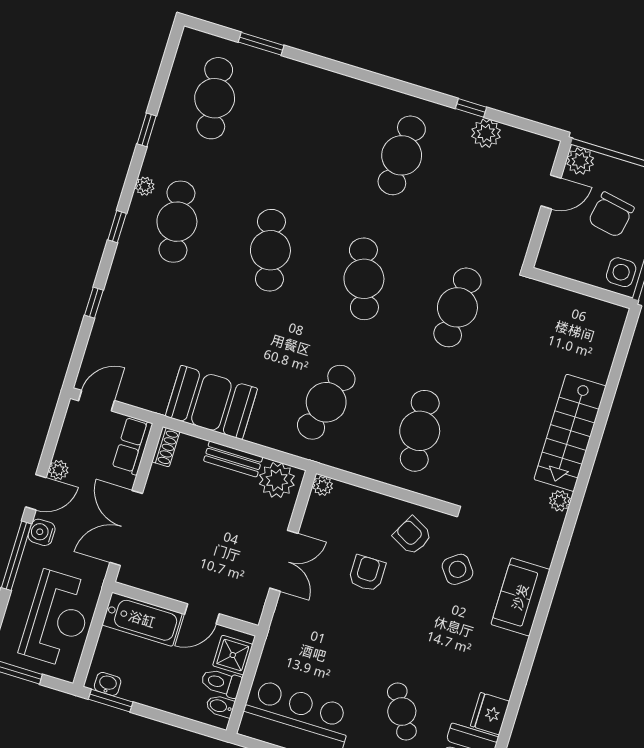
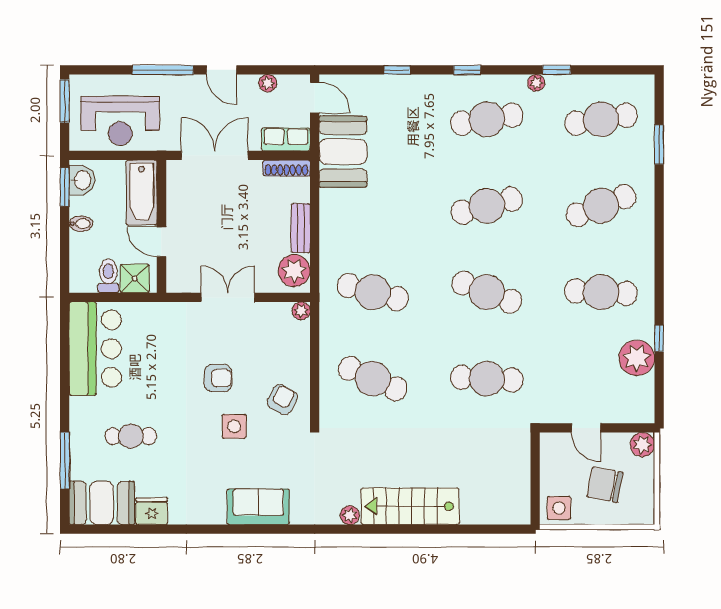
cafe table: (308, 127) -> (601, 206), added
plant: (486, 133) -> (637, 358), width x1.36, depth x1.36
plant: (145, 186) -> (536, 83), moved
door: (551, 192) -> (586, 428), moved
cafe table: (364, 279) -> (487, 292), turned 39
booth: (211, 402) -> (343, 152), moved
cafe table: (420, 431) -> (373, 379), turned 30
shoe rack: (166, 447) -> (287, 168), width x1.43
plant: (58, 470) -> (268, 83), moved
water cooler: (42, 532) -> (189, 85), removed
double door: (284, 561) -> (228, 297), swing flipped
side table: (458, 569) -> (234, 426), moved, turned 37
armchair: (367, 573) -> (218, 378), moved
washbasin: (108, 684) -> (82, 180), width x1.38, depth x1.45
bidet: (220, 706) -> (81, 224), moved, turned 90
cafe table: (402, 712) -> (131, 436), turned 30

